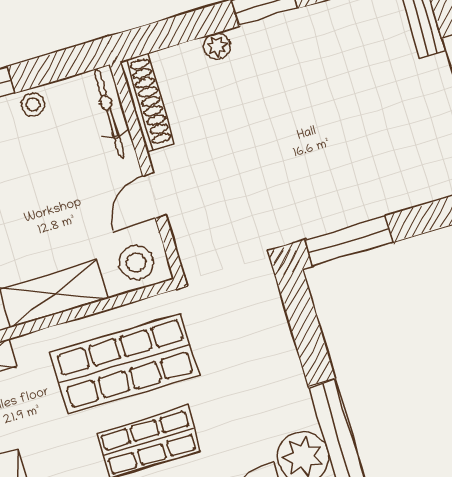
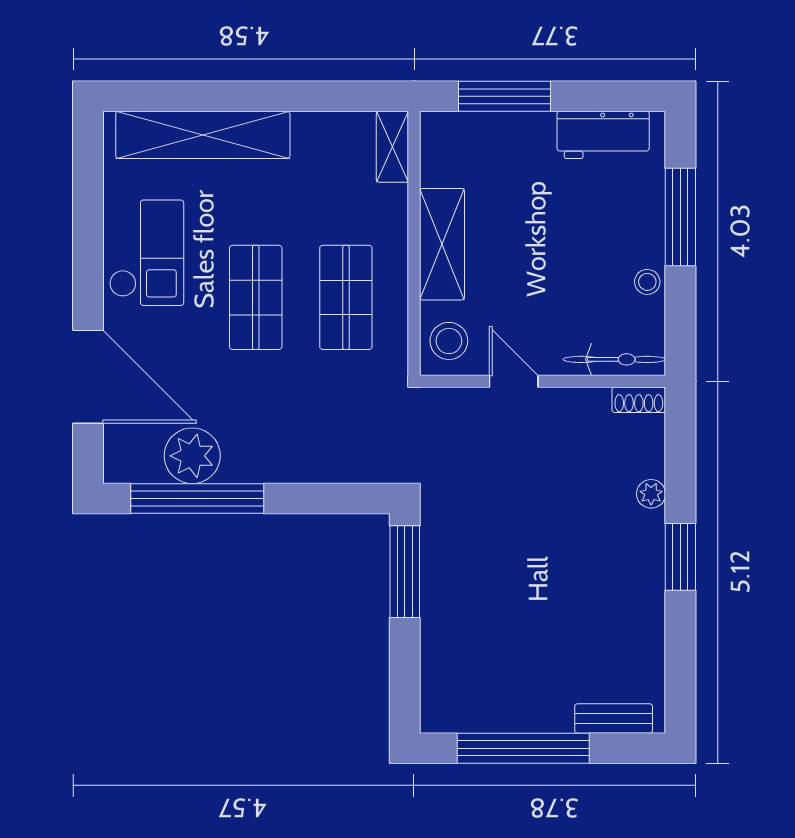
shoe rack: (147, 102) -> (639, 400), width x0.51, depth x0.81
shop shelf: (125, 364) -> (346, 297), width x0.70, depth x0.74

